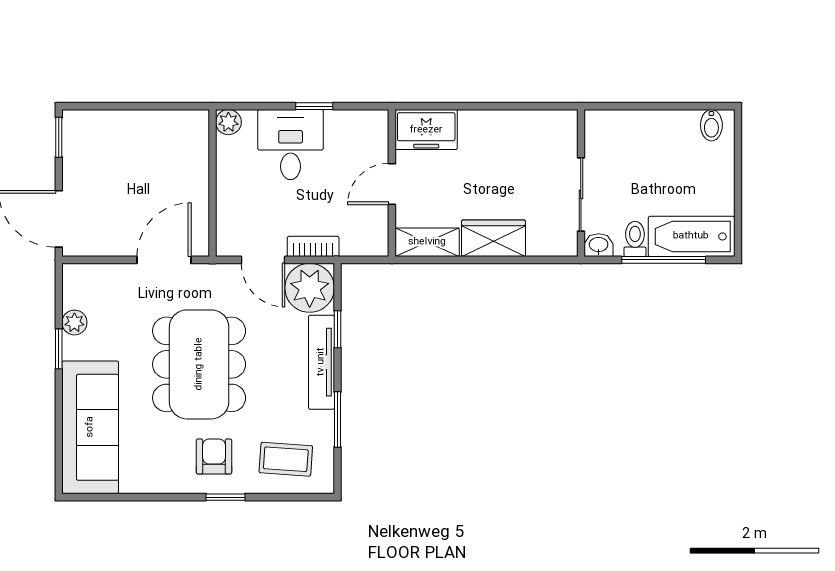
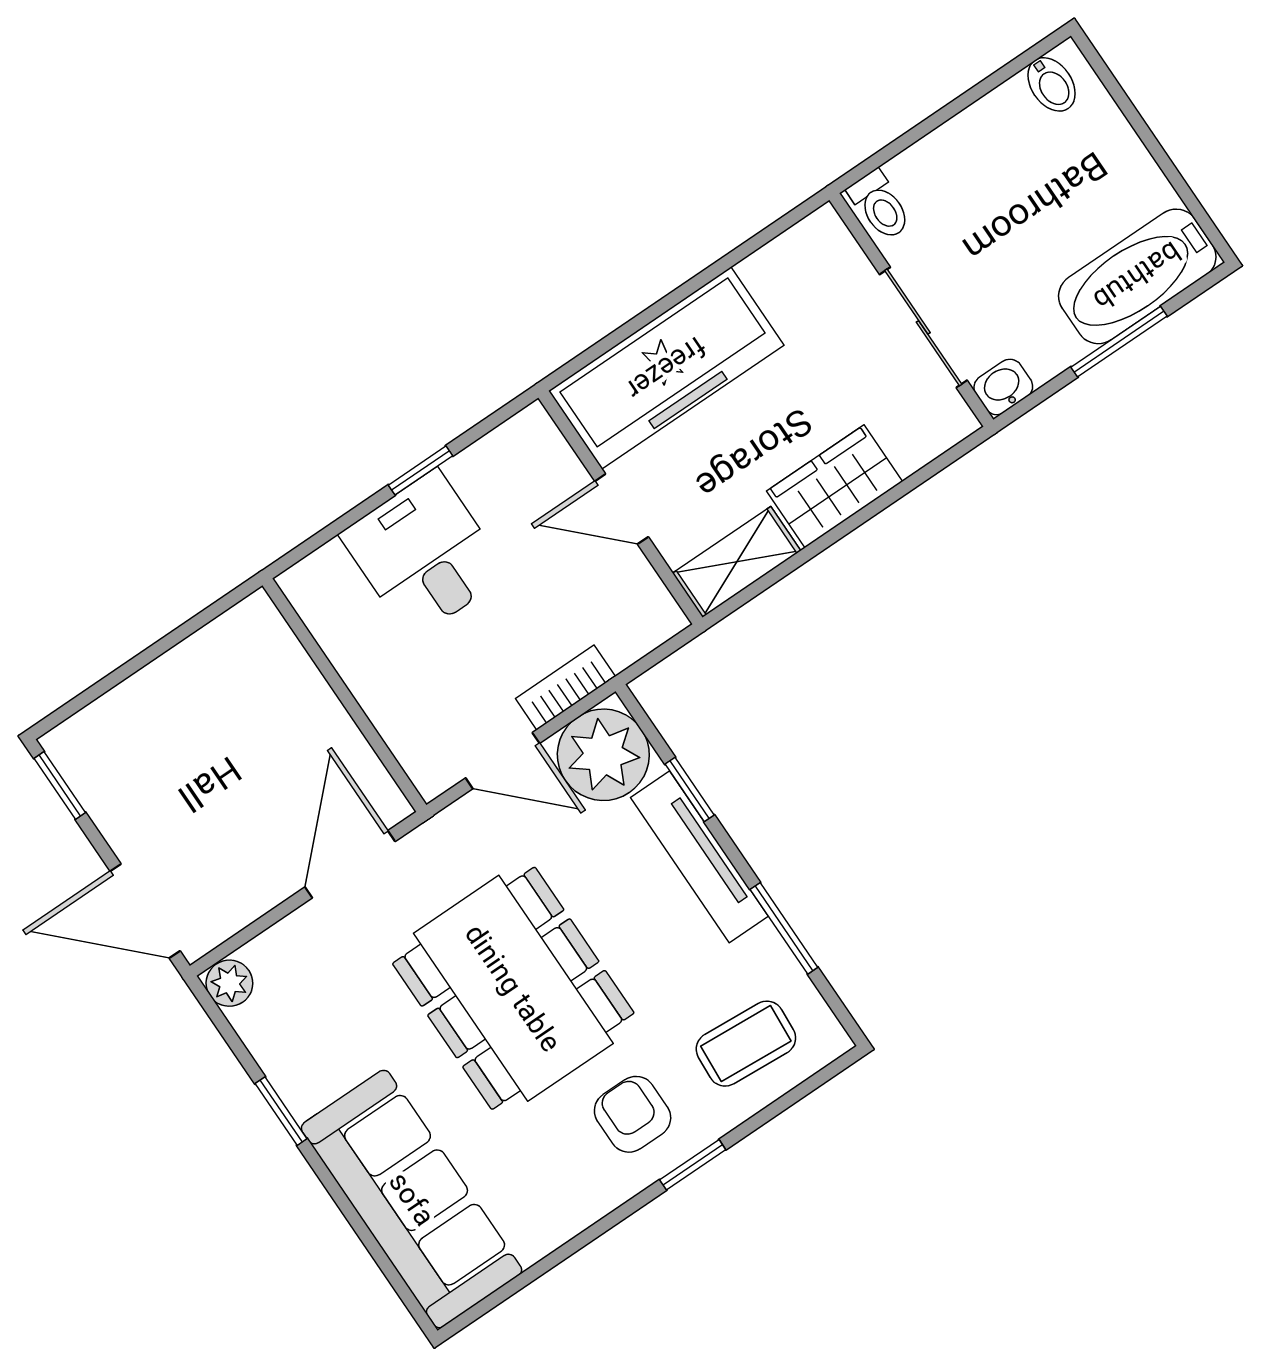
plant: (228, 122) -> (305, 585), removed
freezer: (426, 130) -> (666, 368), width x1.91, depth x1.26
door: (392, 184) -> (622, 509), hinge flipped
toilet: (635, 239) -> (880, 205), moved, turned 180
window: (664, 260) -> (1119, 342), width x0.69
plant: (74, 323) -> (229, 983), moved

